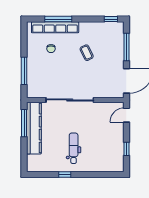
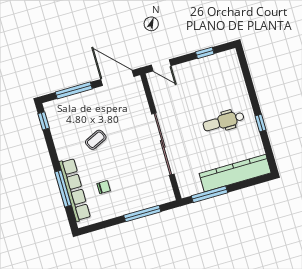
kitchen counter: (34, 128) -> (235, 173), moved

